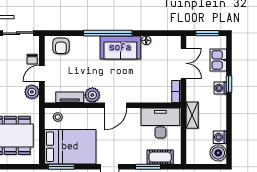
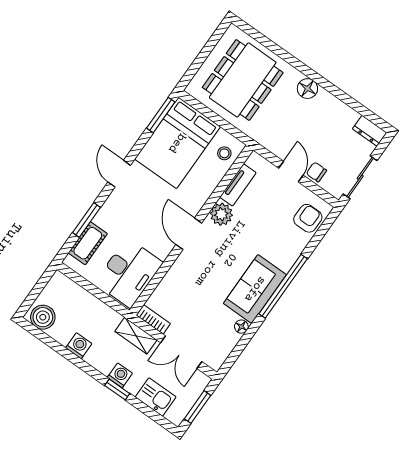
armchair: (61, 46) -> (308, 218), turned 90
plant: (32, 92) -> (277, 144), removed
shelving: (192, 115) -> (136, 336), moved
washing machine: (220, 137) -> (79, 346), moved

